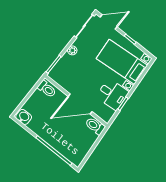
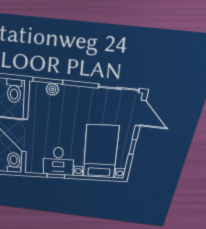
plant: (72, 50) -> (52, 89), moved

